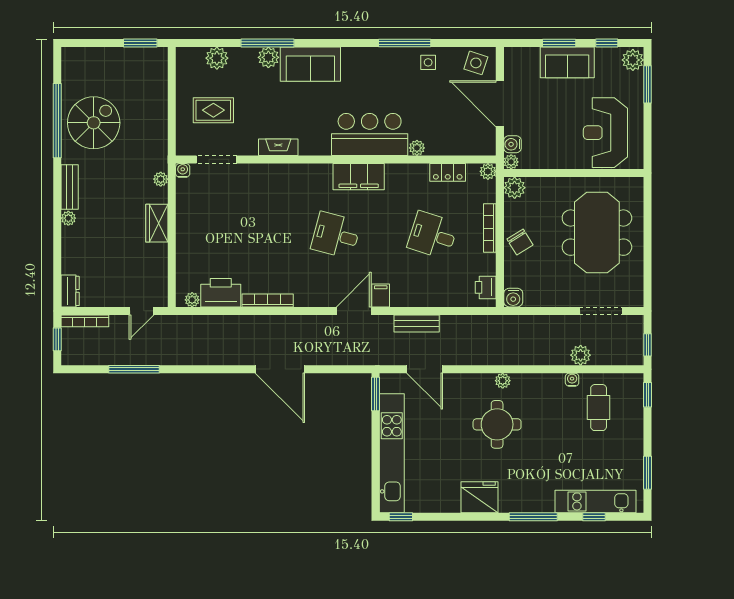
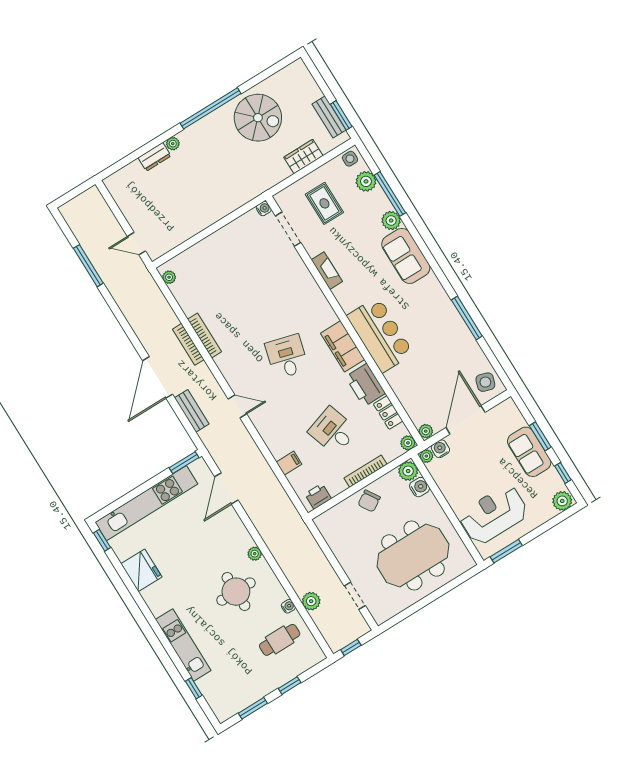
window: (268, 43) -> (390, 194), moved
side table: (428, 62) -> (350, 159), moved
window: (647, 84) -> (506, 551), moved
window: (57, 121) -> (211, 108), moved
plant: (417, 148) -> (426, 431), moved
plant: (161, 179) -> (247, 196), removed
bench: (70, 187) -> (329, 117), moved, turned 90
wardrobe: (157, 223) -> (303, 156), moved
desk: (433, 235) -> (333, 431), turned -36
dresser: (70, 291) -> (155, 157), moved
printer: (221, 293) -> (365, 385), moved, turned 180
filing cabinet: (381, 295) -> (289, 463), moved
water cooler: (513, 298) -> (419, 487), moved, turned 180
door: (354, 311) -> (237, 406), width x0.73
doorway: (601, 311) -> (355, 596), width x0.73
bookcase: (85, 321) -> (188, 344), moved
bench: (417, 323) -> (192, 411), moved
window: (57, 339) -> (75, 193), removed
window: (647, 395) -> (290, 685), moved
round table: (497, 424) -> (236, 592), moved
fridge: (480, 497) -> (141, 570), moved
kitchen unit: (596, 501) -> (183, 645), moved
window: (533, 517) -> (165, 642), removed

